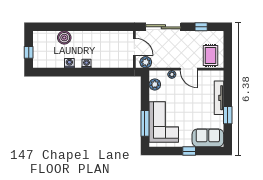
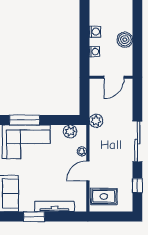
boiler: (64, 38) -> (125, 40), moved
door: (134, 47) -> (114, 77), moved
wall: (134, 49) -> (111, 77), moved

